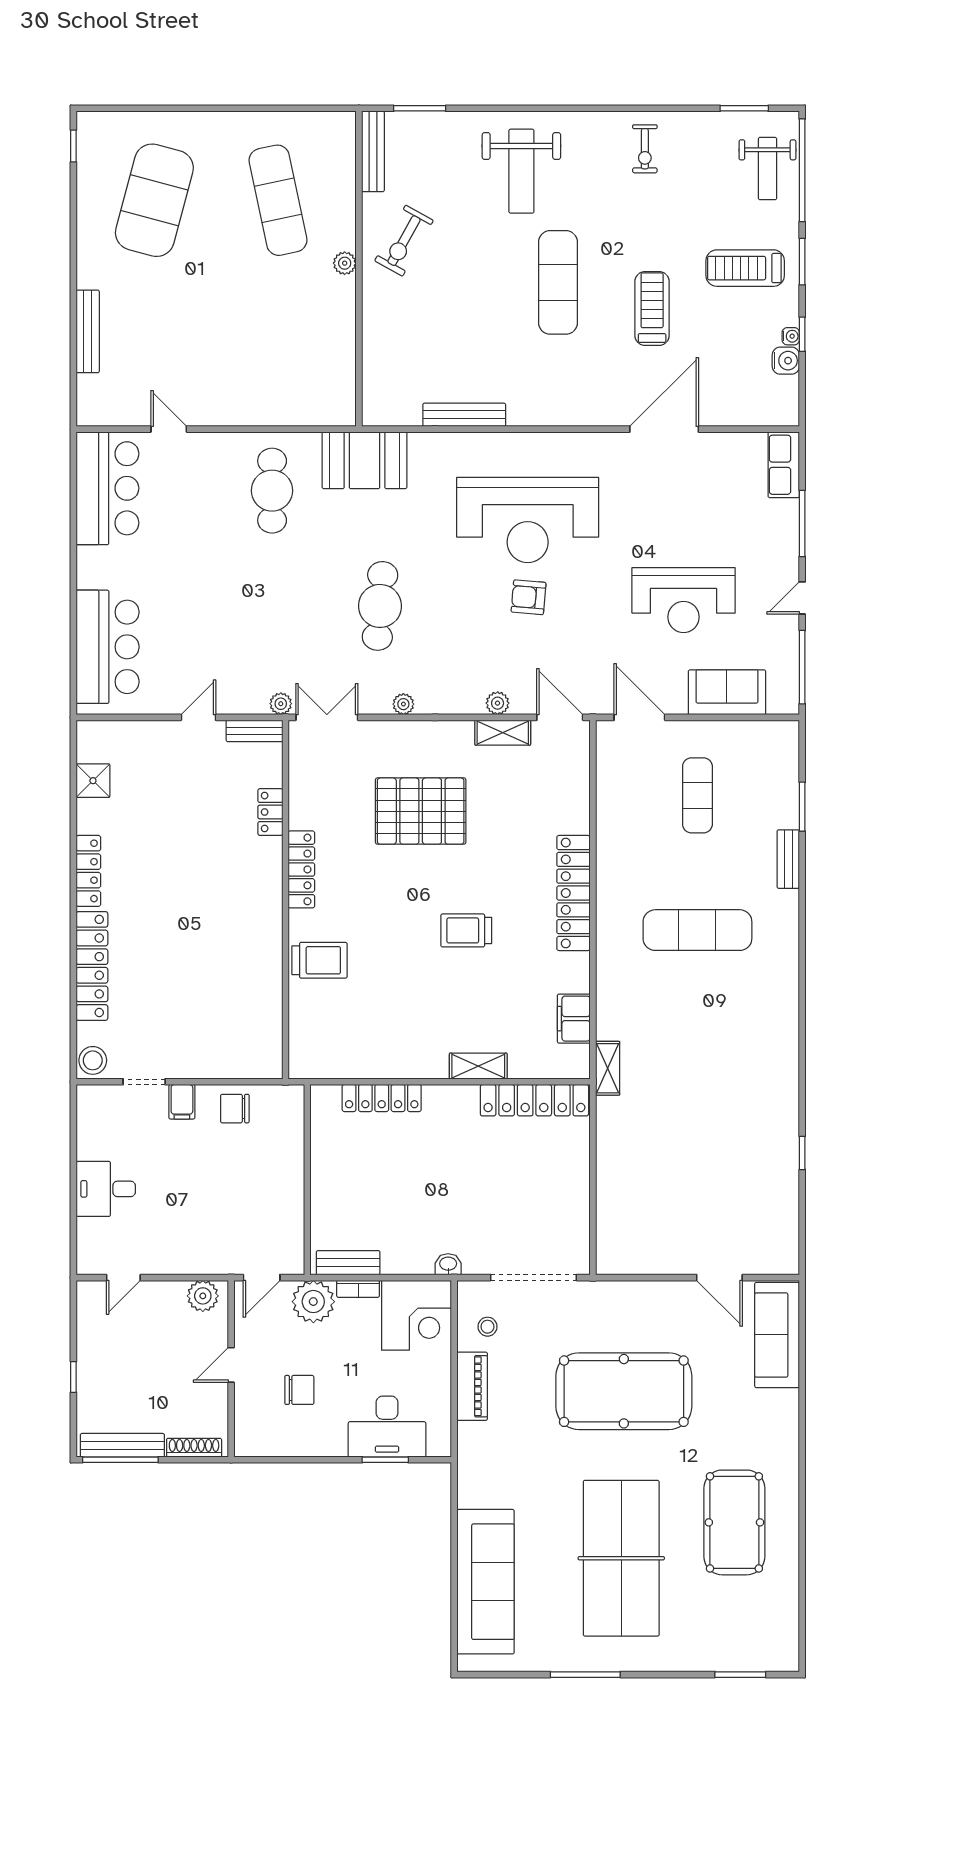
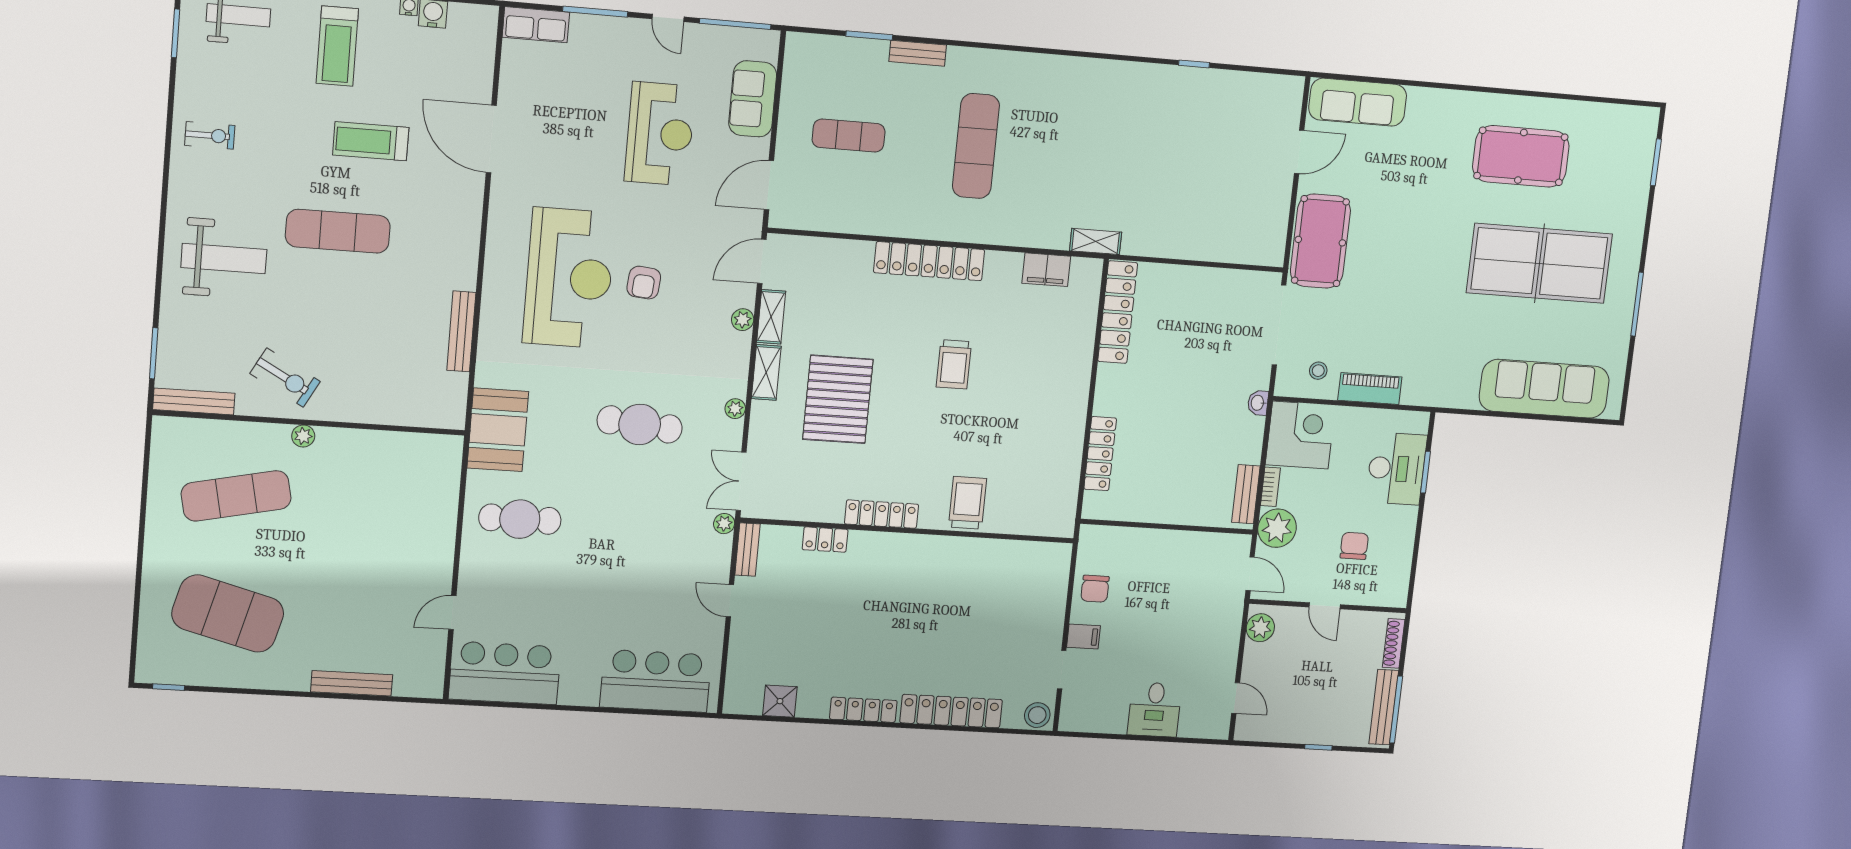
shelving: (478, 1066) -> (766, 372), moved
pool table: (624, 1391) -> (1320, 241), moved, width x0.73, depth x0.76

